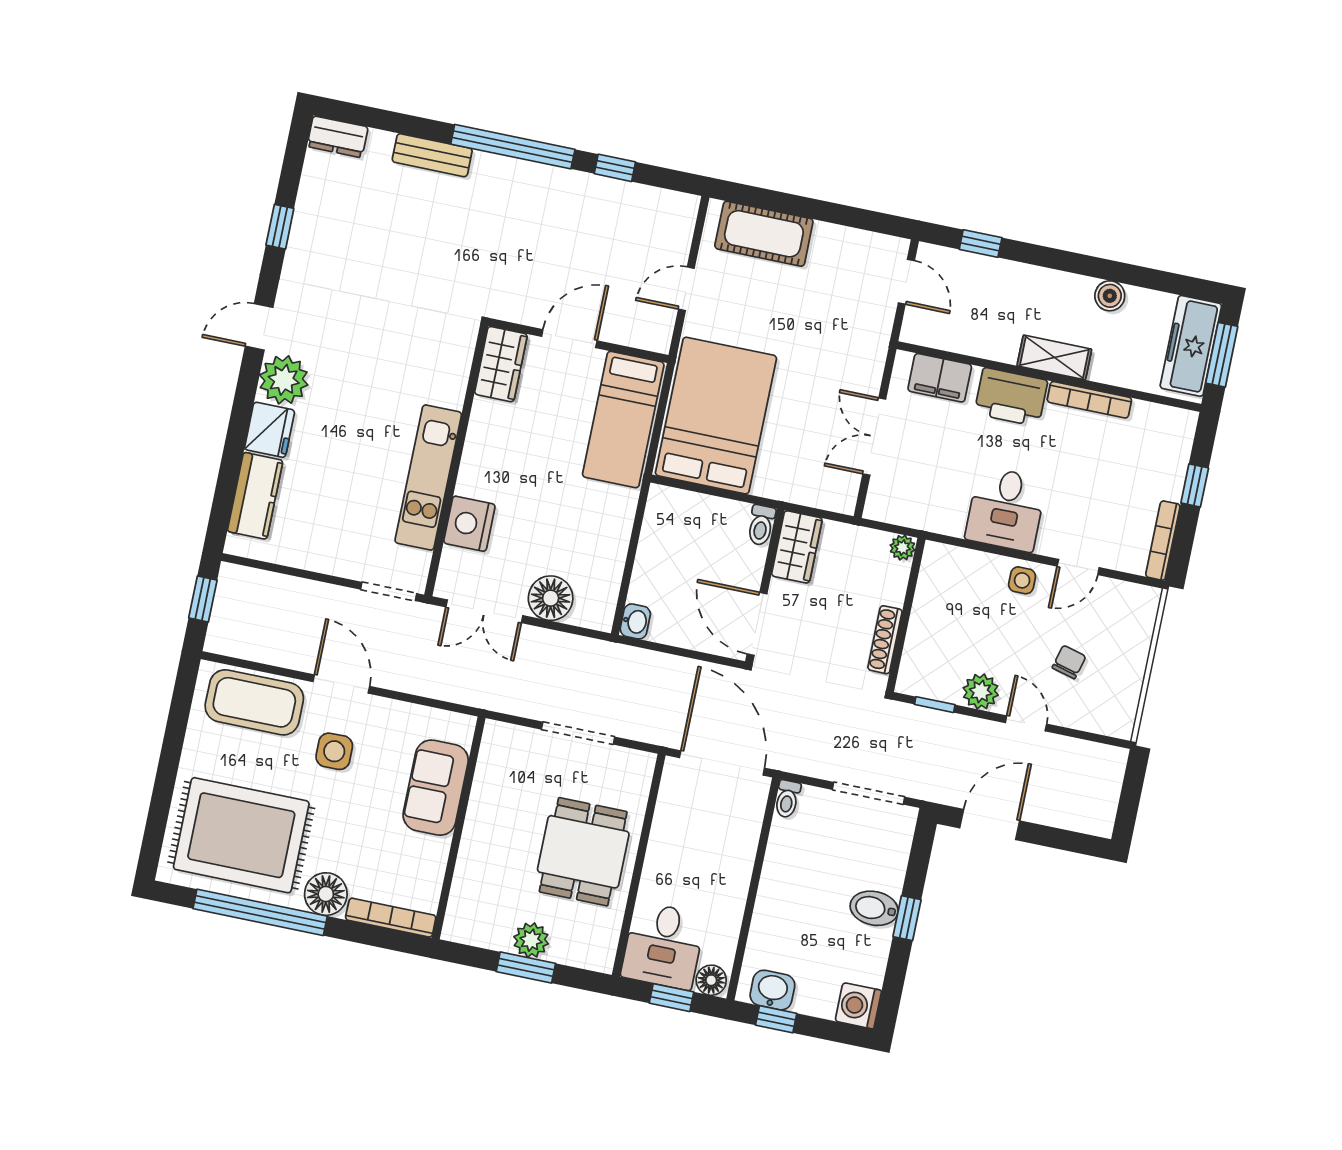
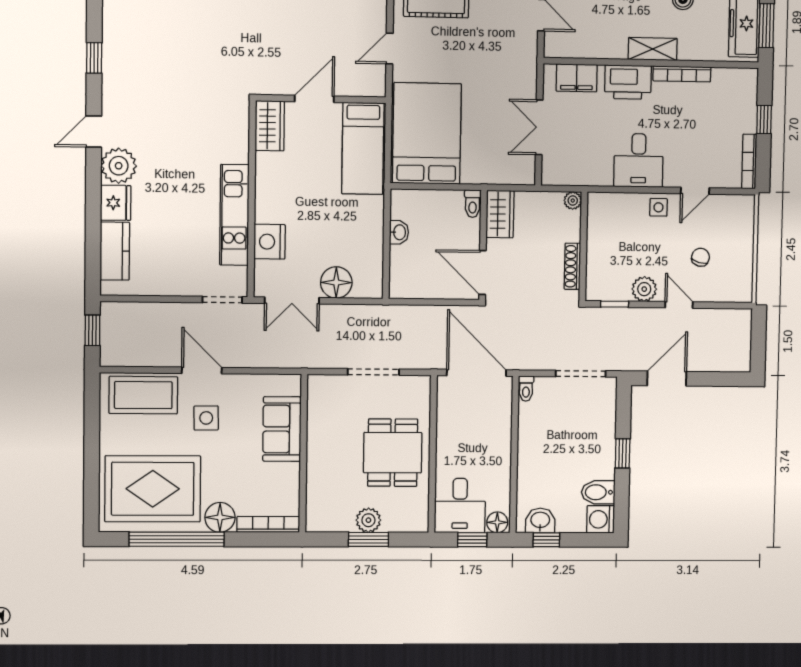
washbasin: (635, 621) -> (399, 232), moved
bidet: (874, 908) -> (598, 492), moved

